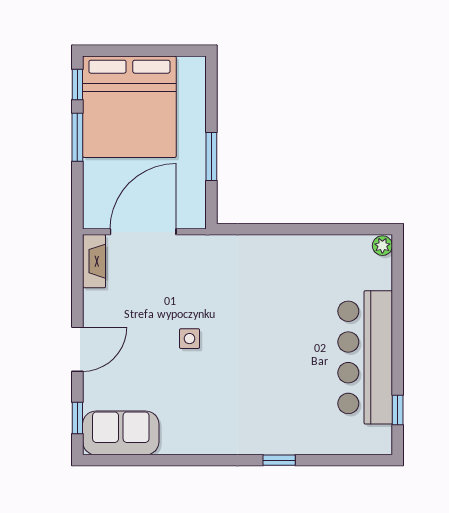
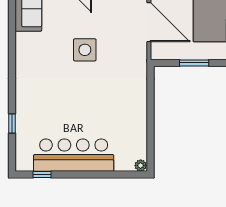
side table: (190, 339) -> (85, 50), width x1.87, depth x1.87
window: (279, 460) -> (12, 124), moved

